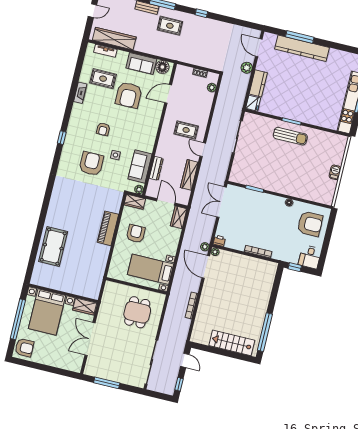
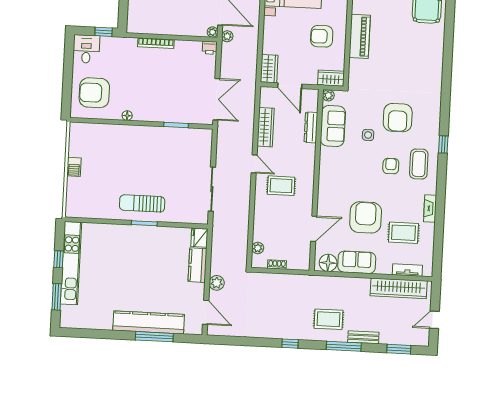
coffee table: (82, 127) -> (419, 164), added
armchair: (136, 234) -> (322, 36), turned 90

